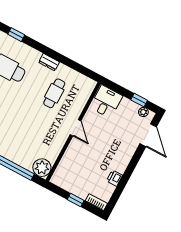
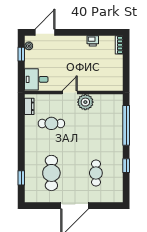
dresser: (49, 62) -> (29, 106), moved
plant: (42, 168) -> (85, 102), moved
window: (76, 200) -> (126, 62), removed

